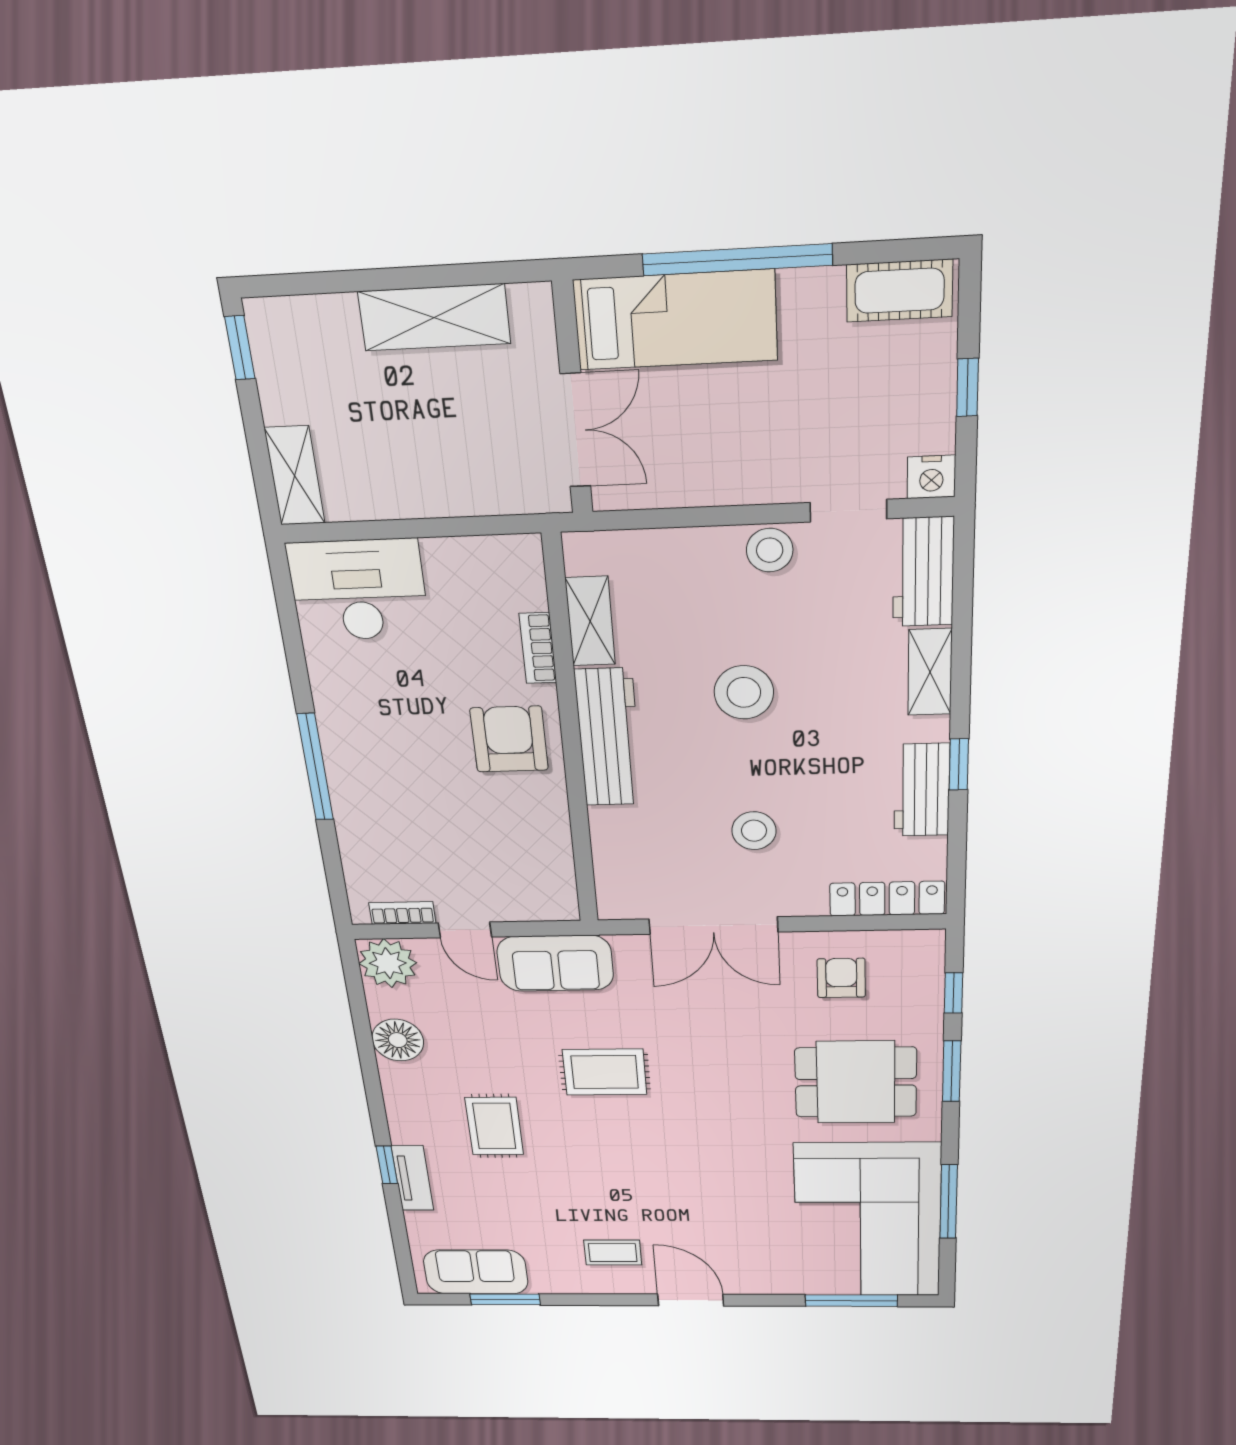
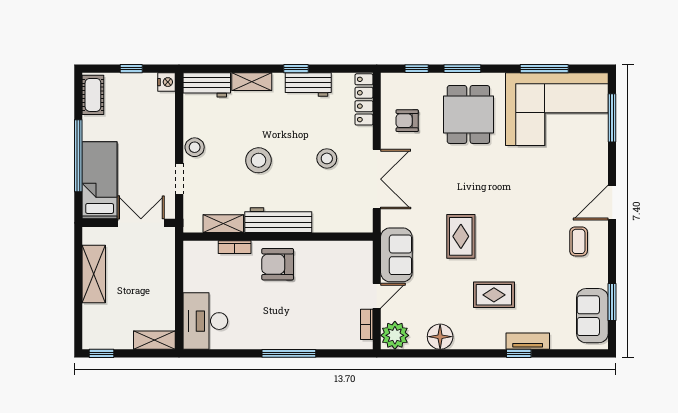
doorway: (848, 511) -> (179, 179), moved

